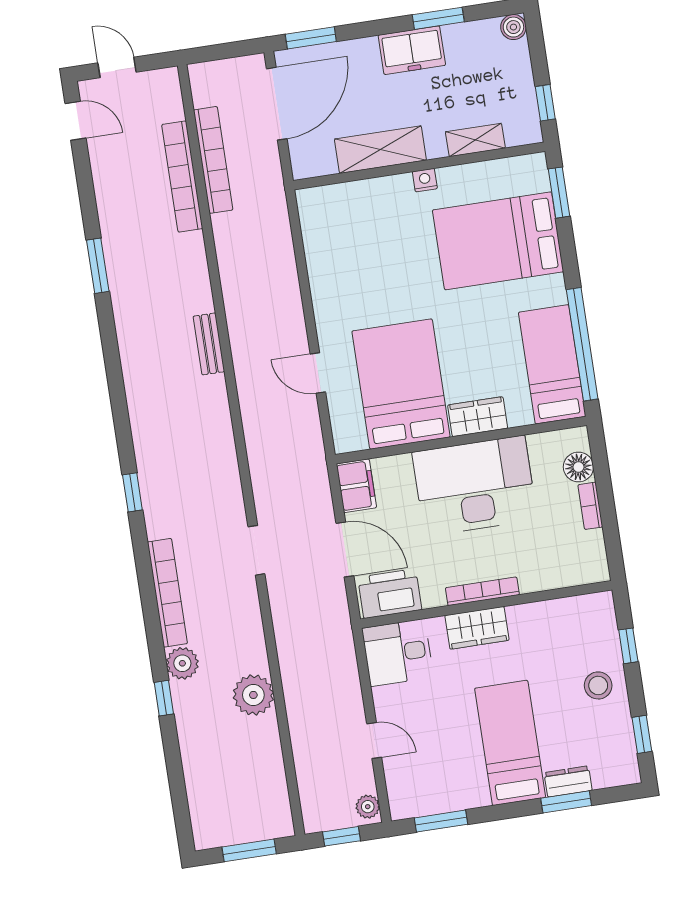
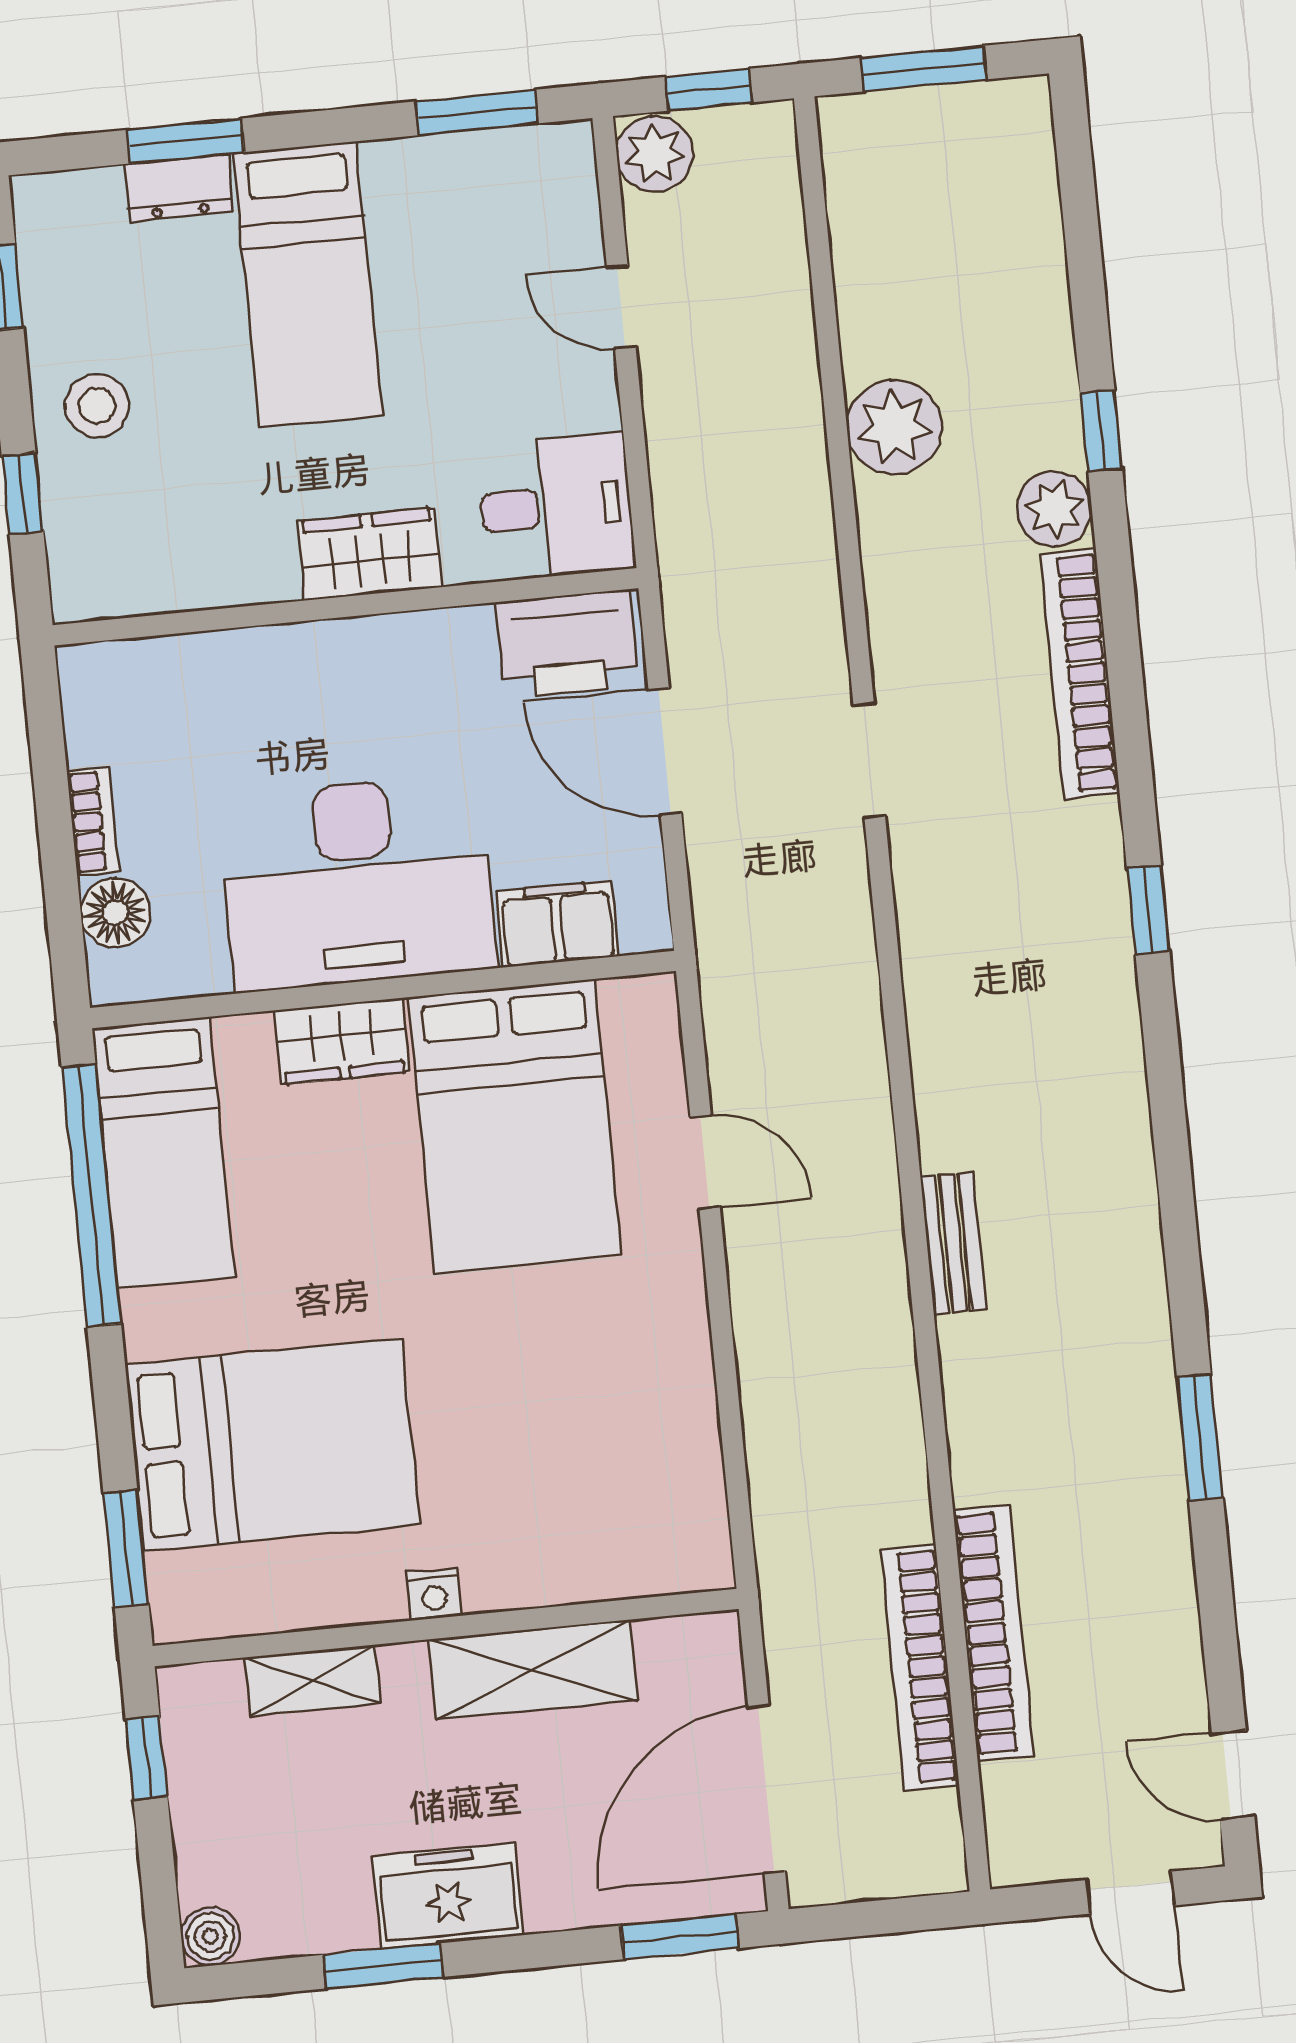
filing cabinet: (356, 486) -> (557, 924), moved, turned 90
bookcase: (482, 591) -> (353, 638), removed
plant: (368, 807) -> (655, 154), width x1.38, depth x1.38

